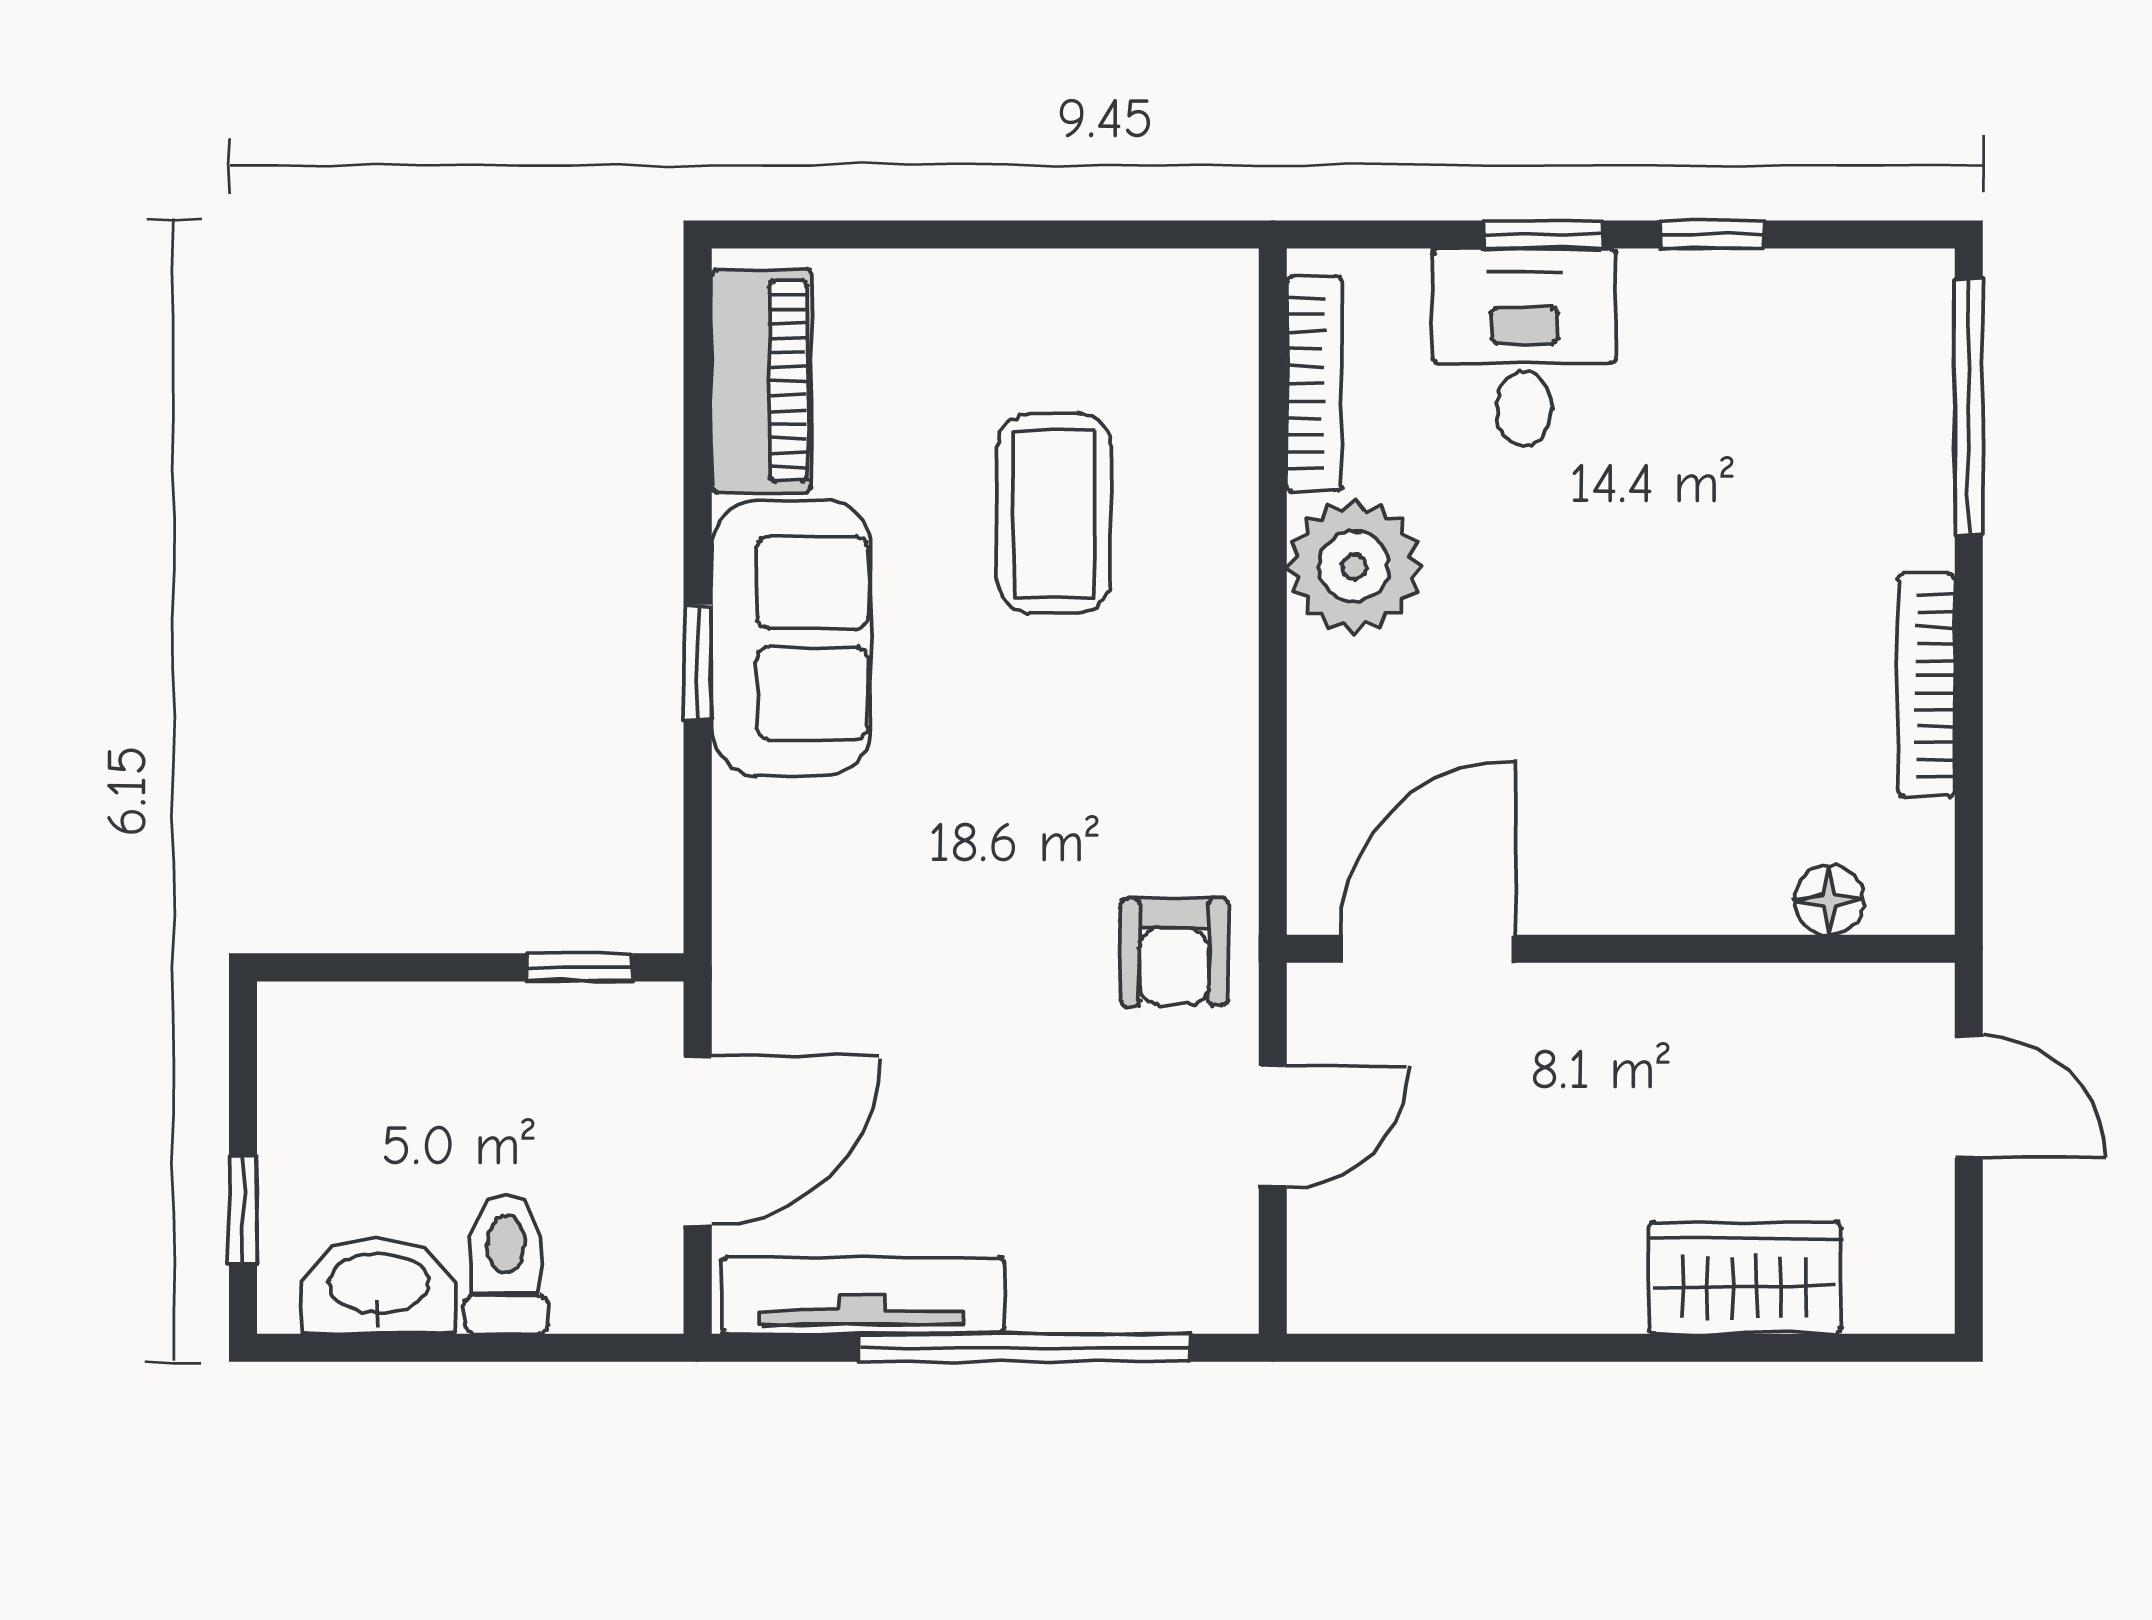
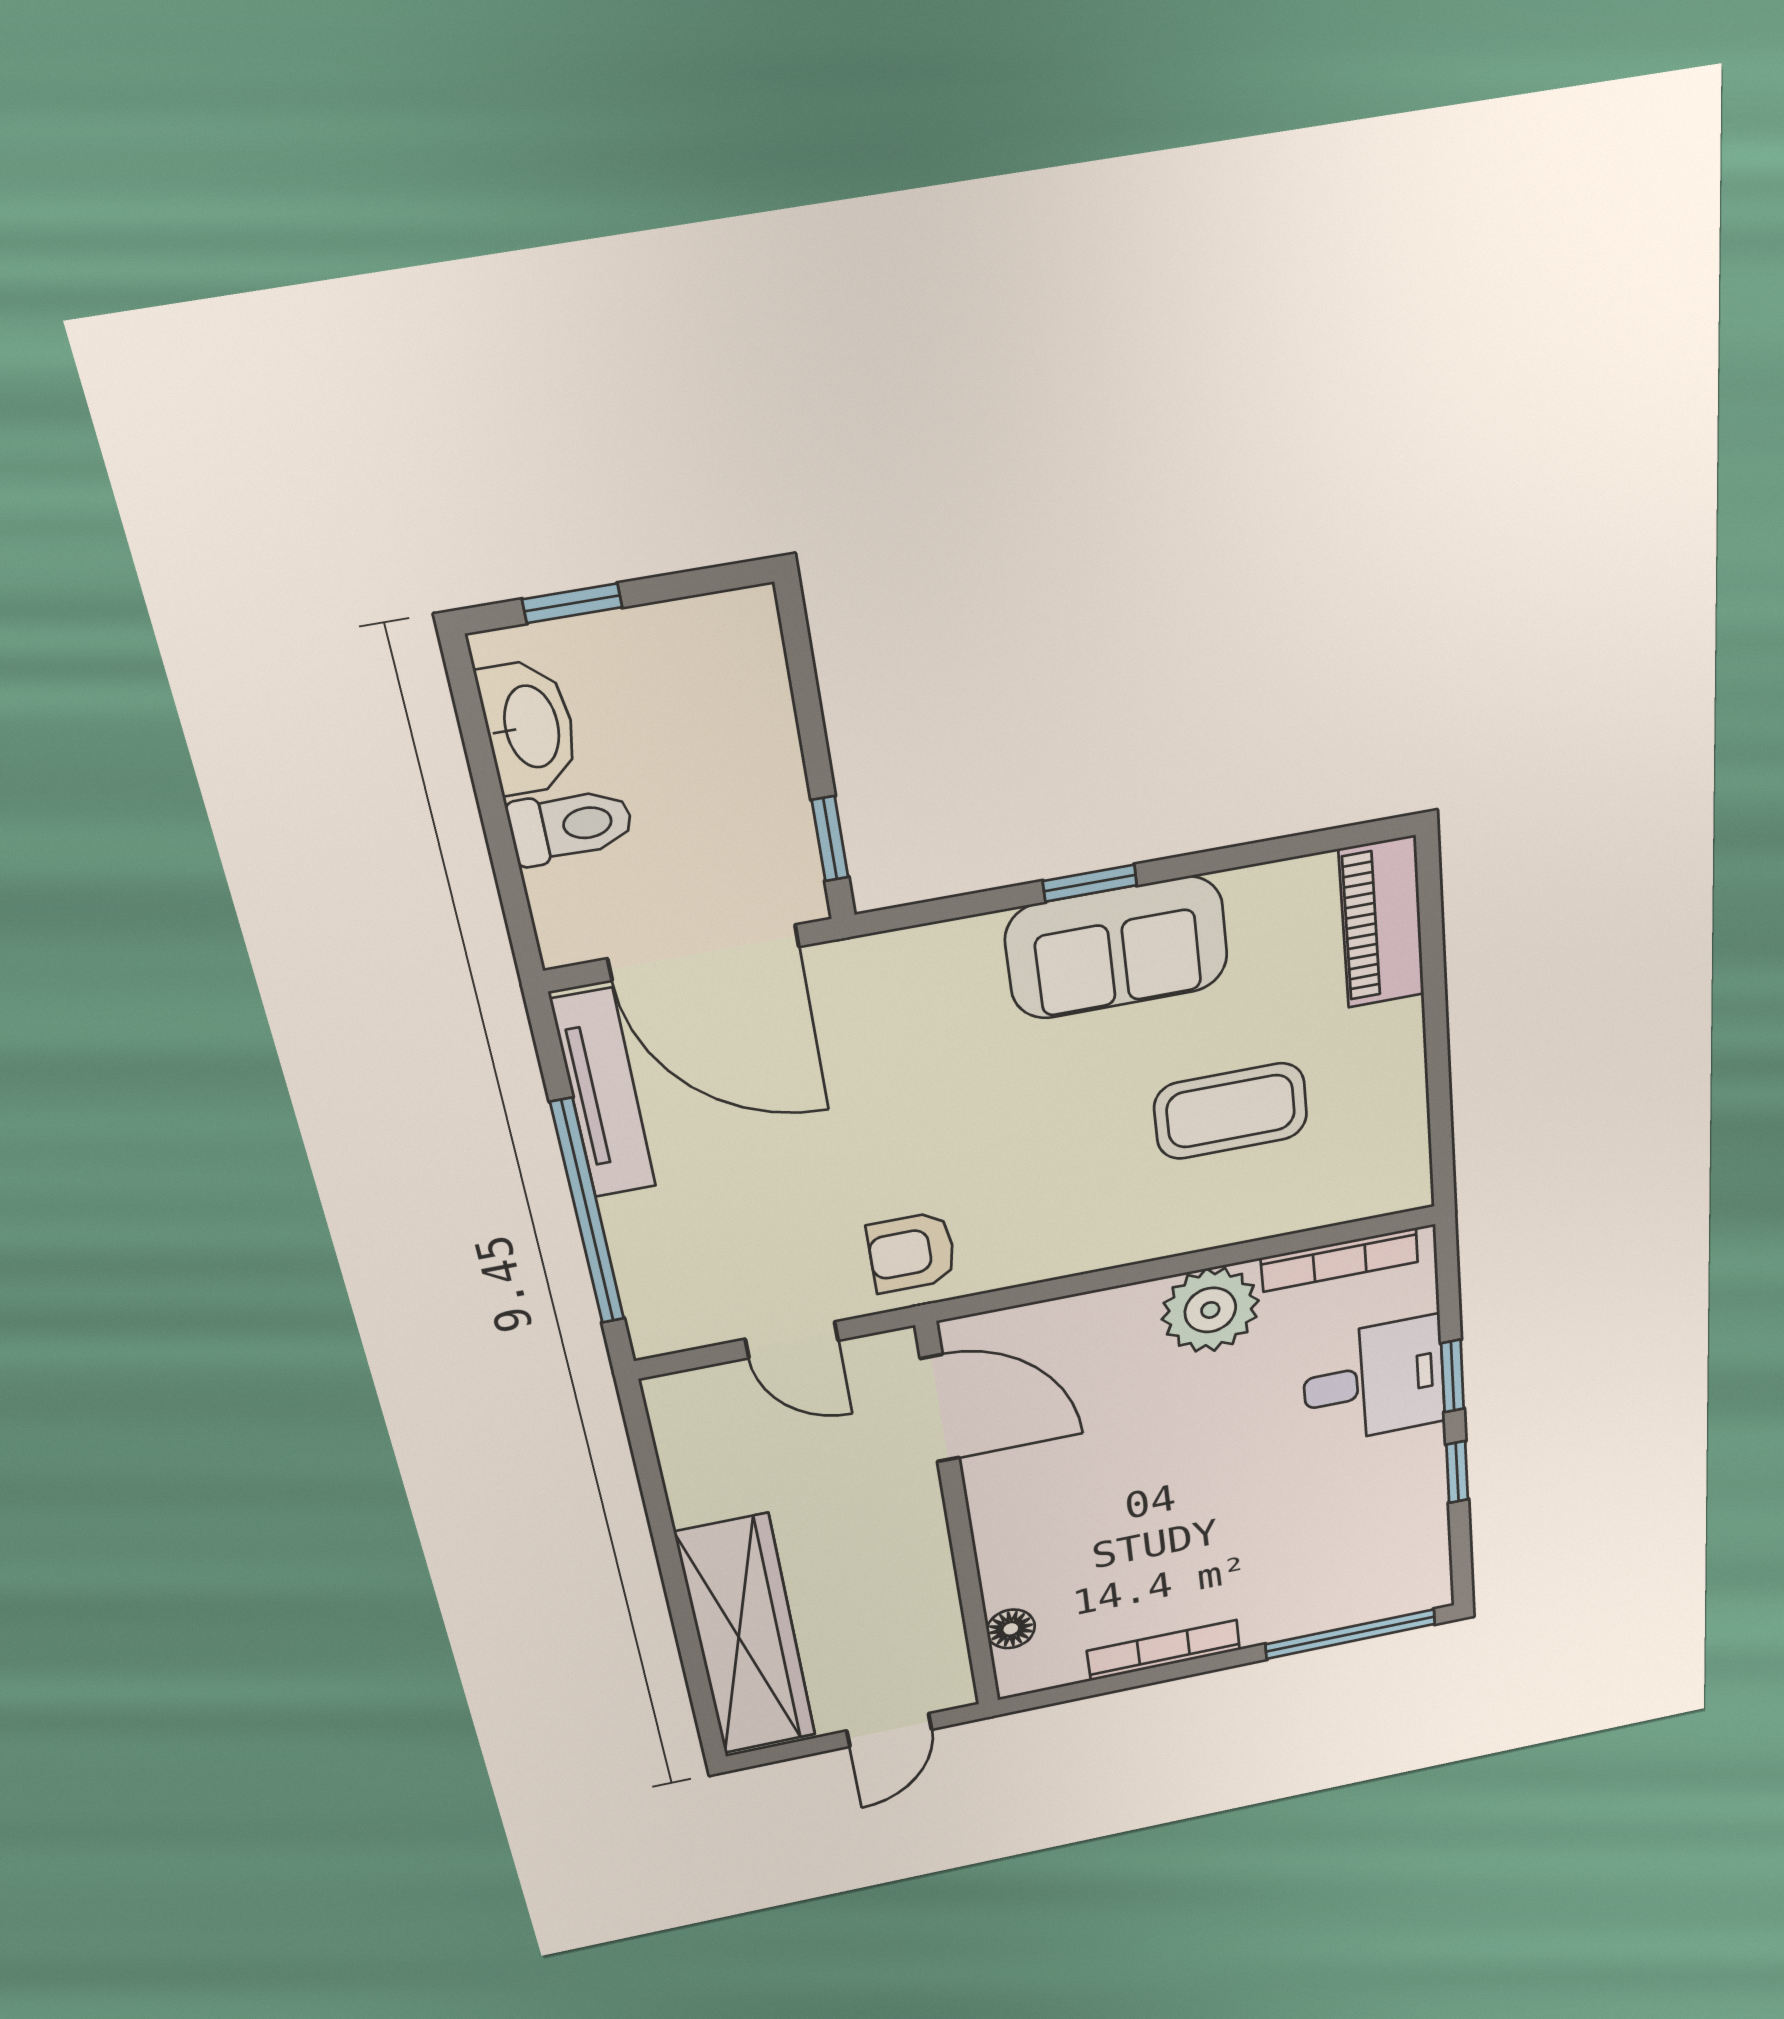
piano: (761, 381) -> (1382, 922), moved, turned 90
door: (698, 1141) -> (704, 953), width x1.36
wardrobe: (1745, 1278) -> (746, 1636), width x2.10, depth x1.17

